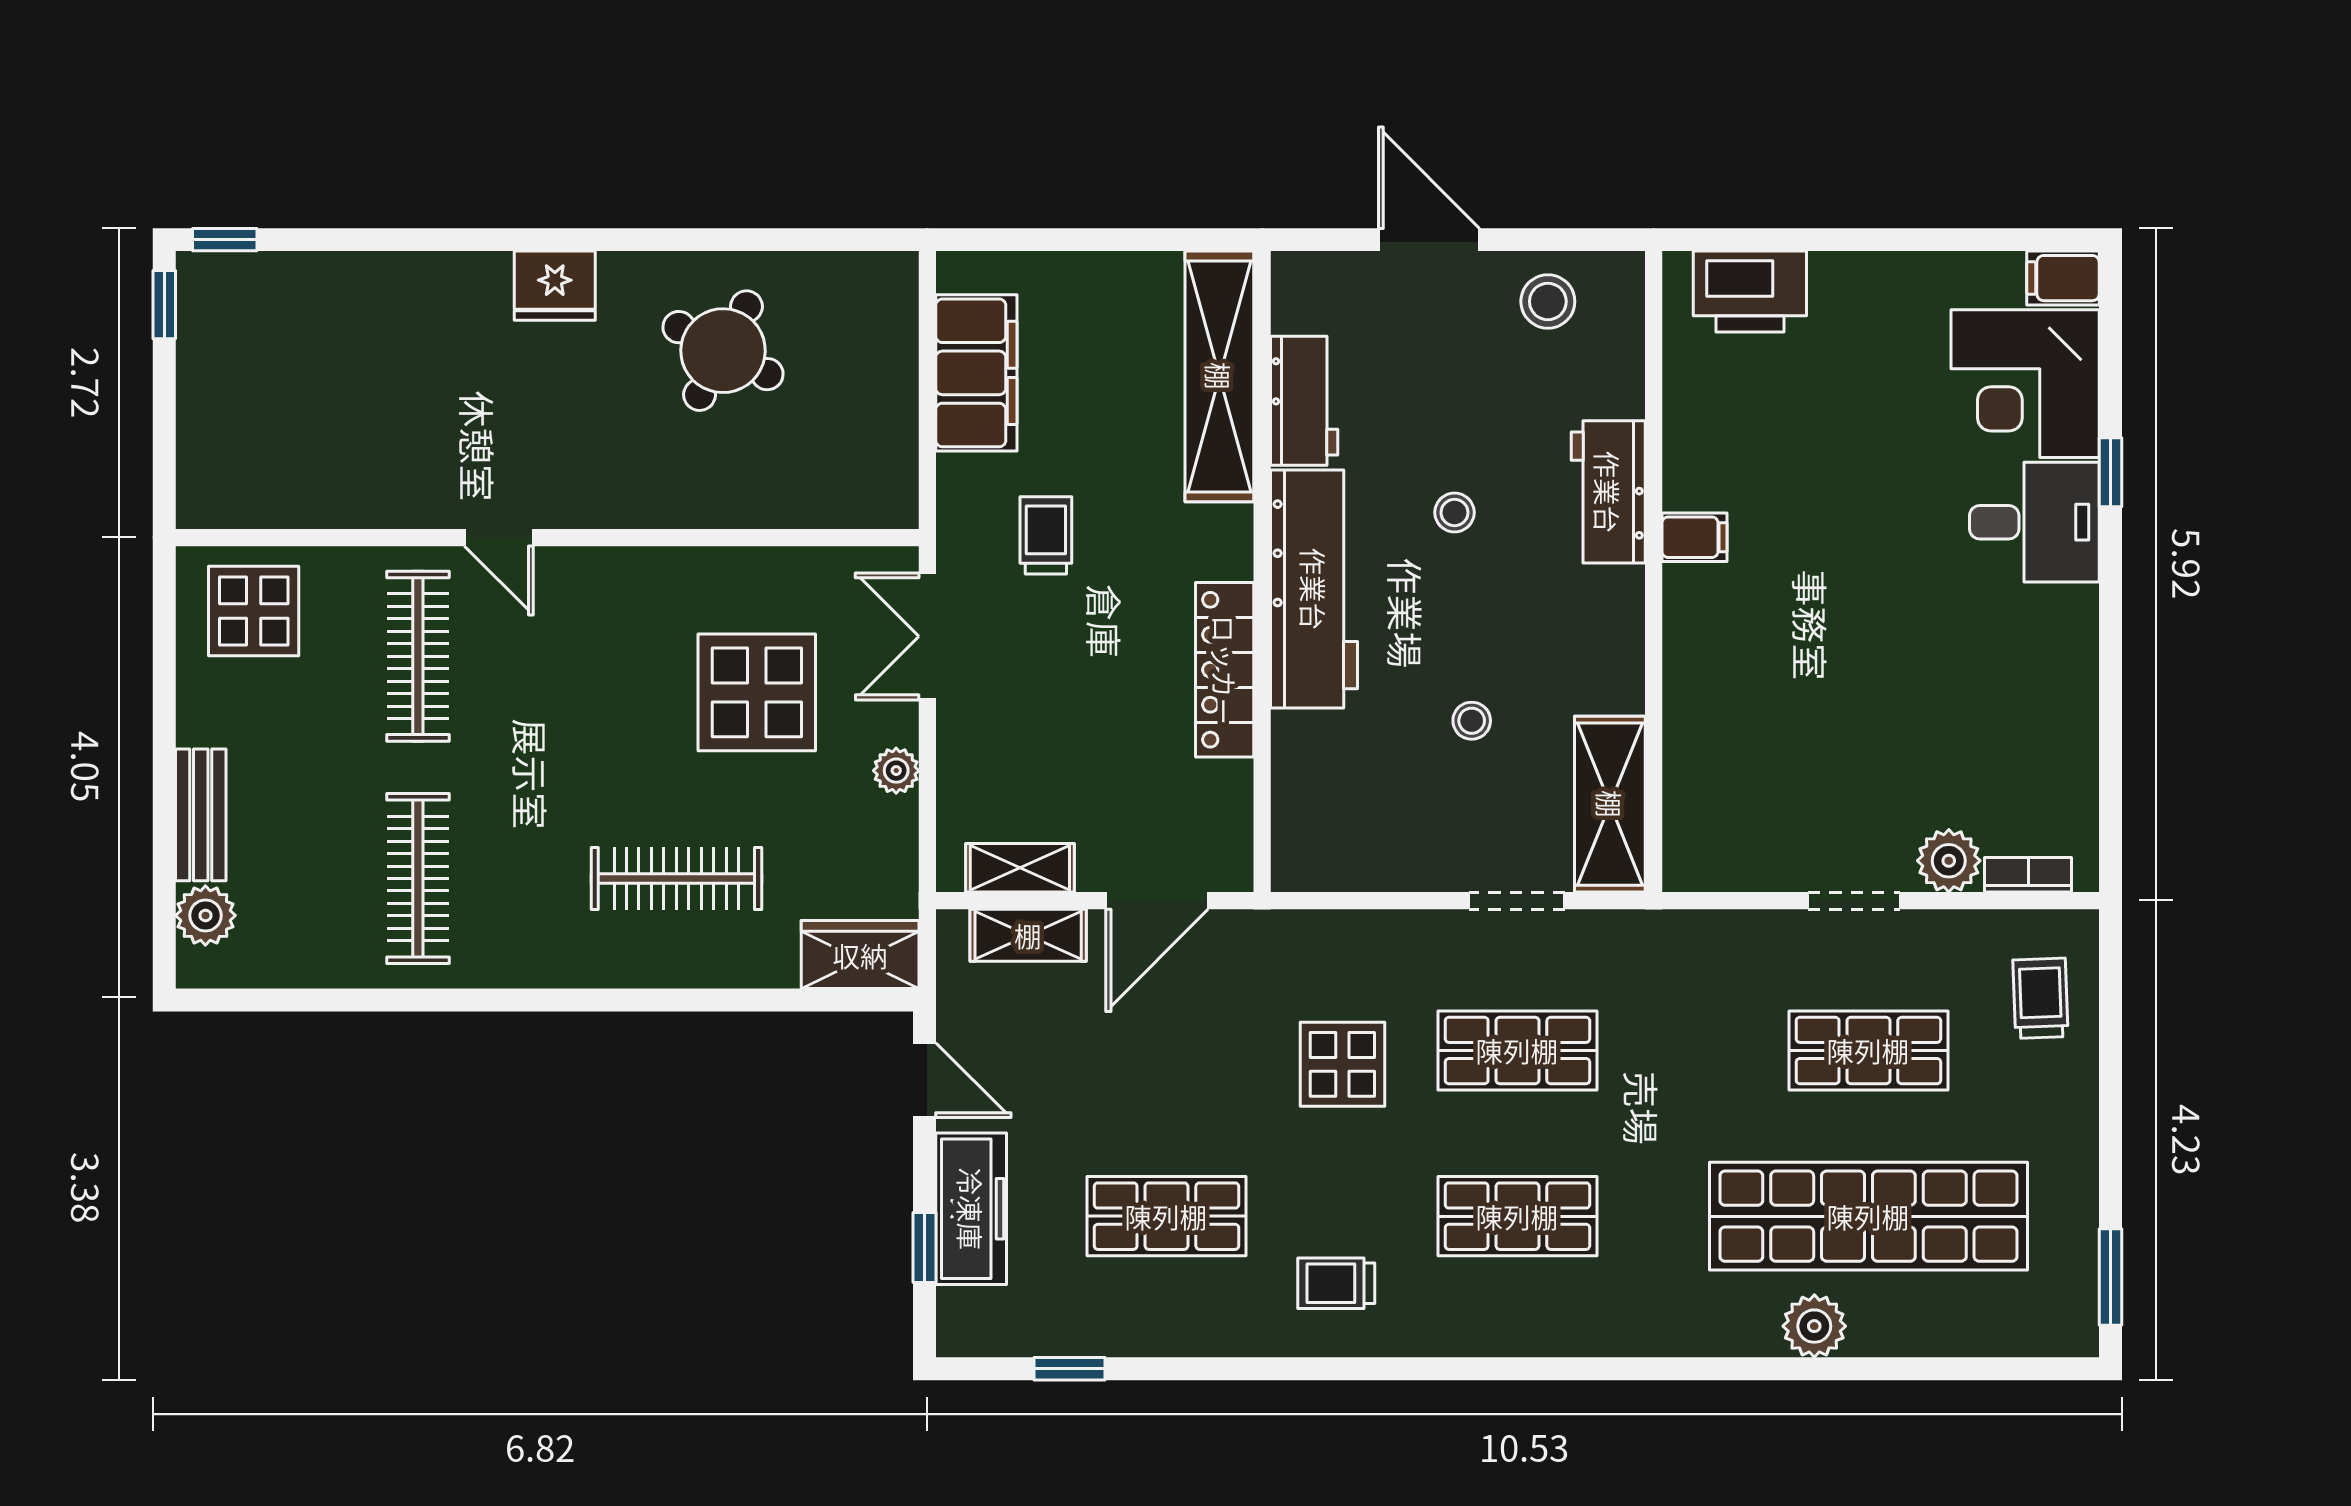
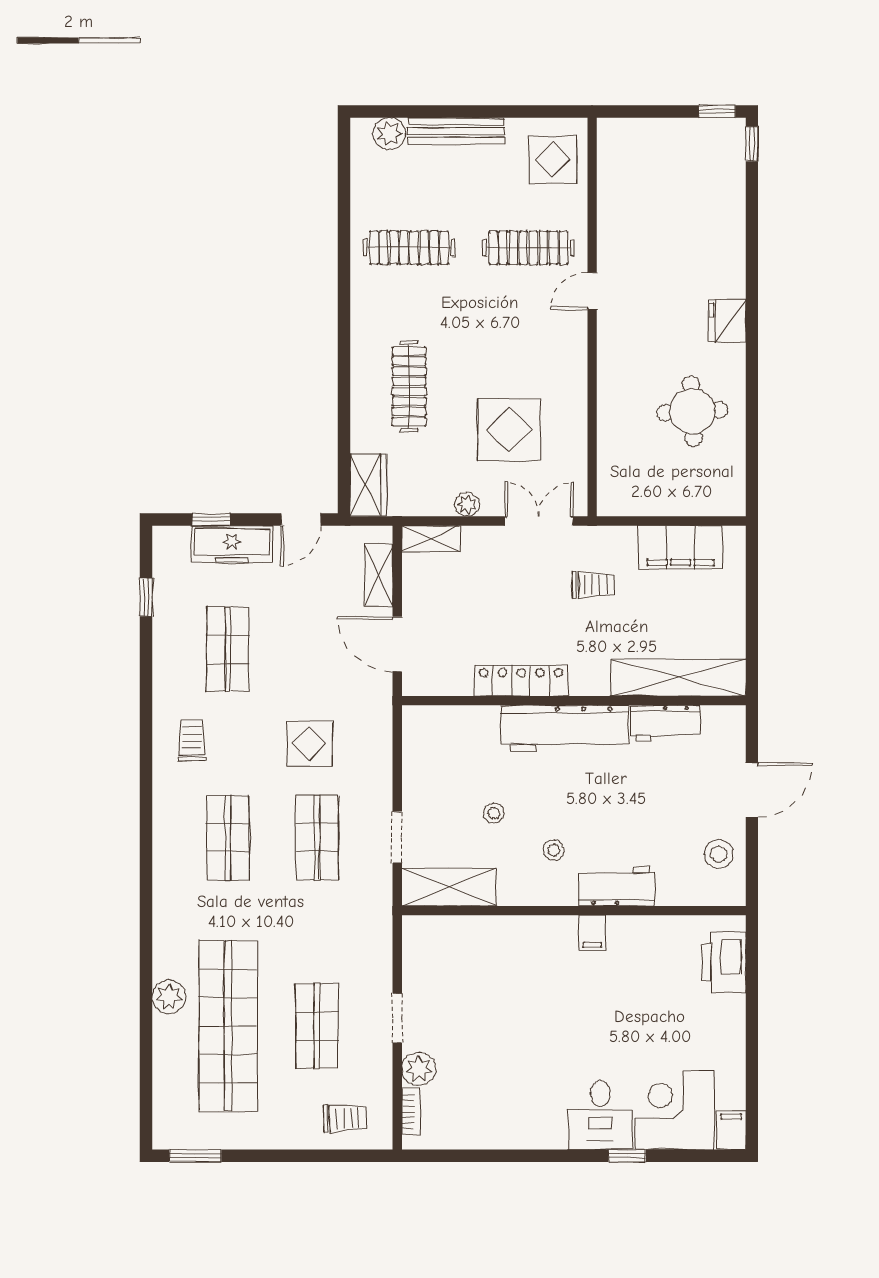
round table: (723, 351) -> (692, 411), turned -31
stool: (1455, 513) -> (554, 850), moved
bench: (201, 815) -> (456, 131), width x1.36
shelving: (1020, 868) -> (431, 539), moved, turned 90

